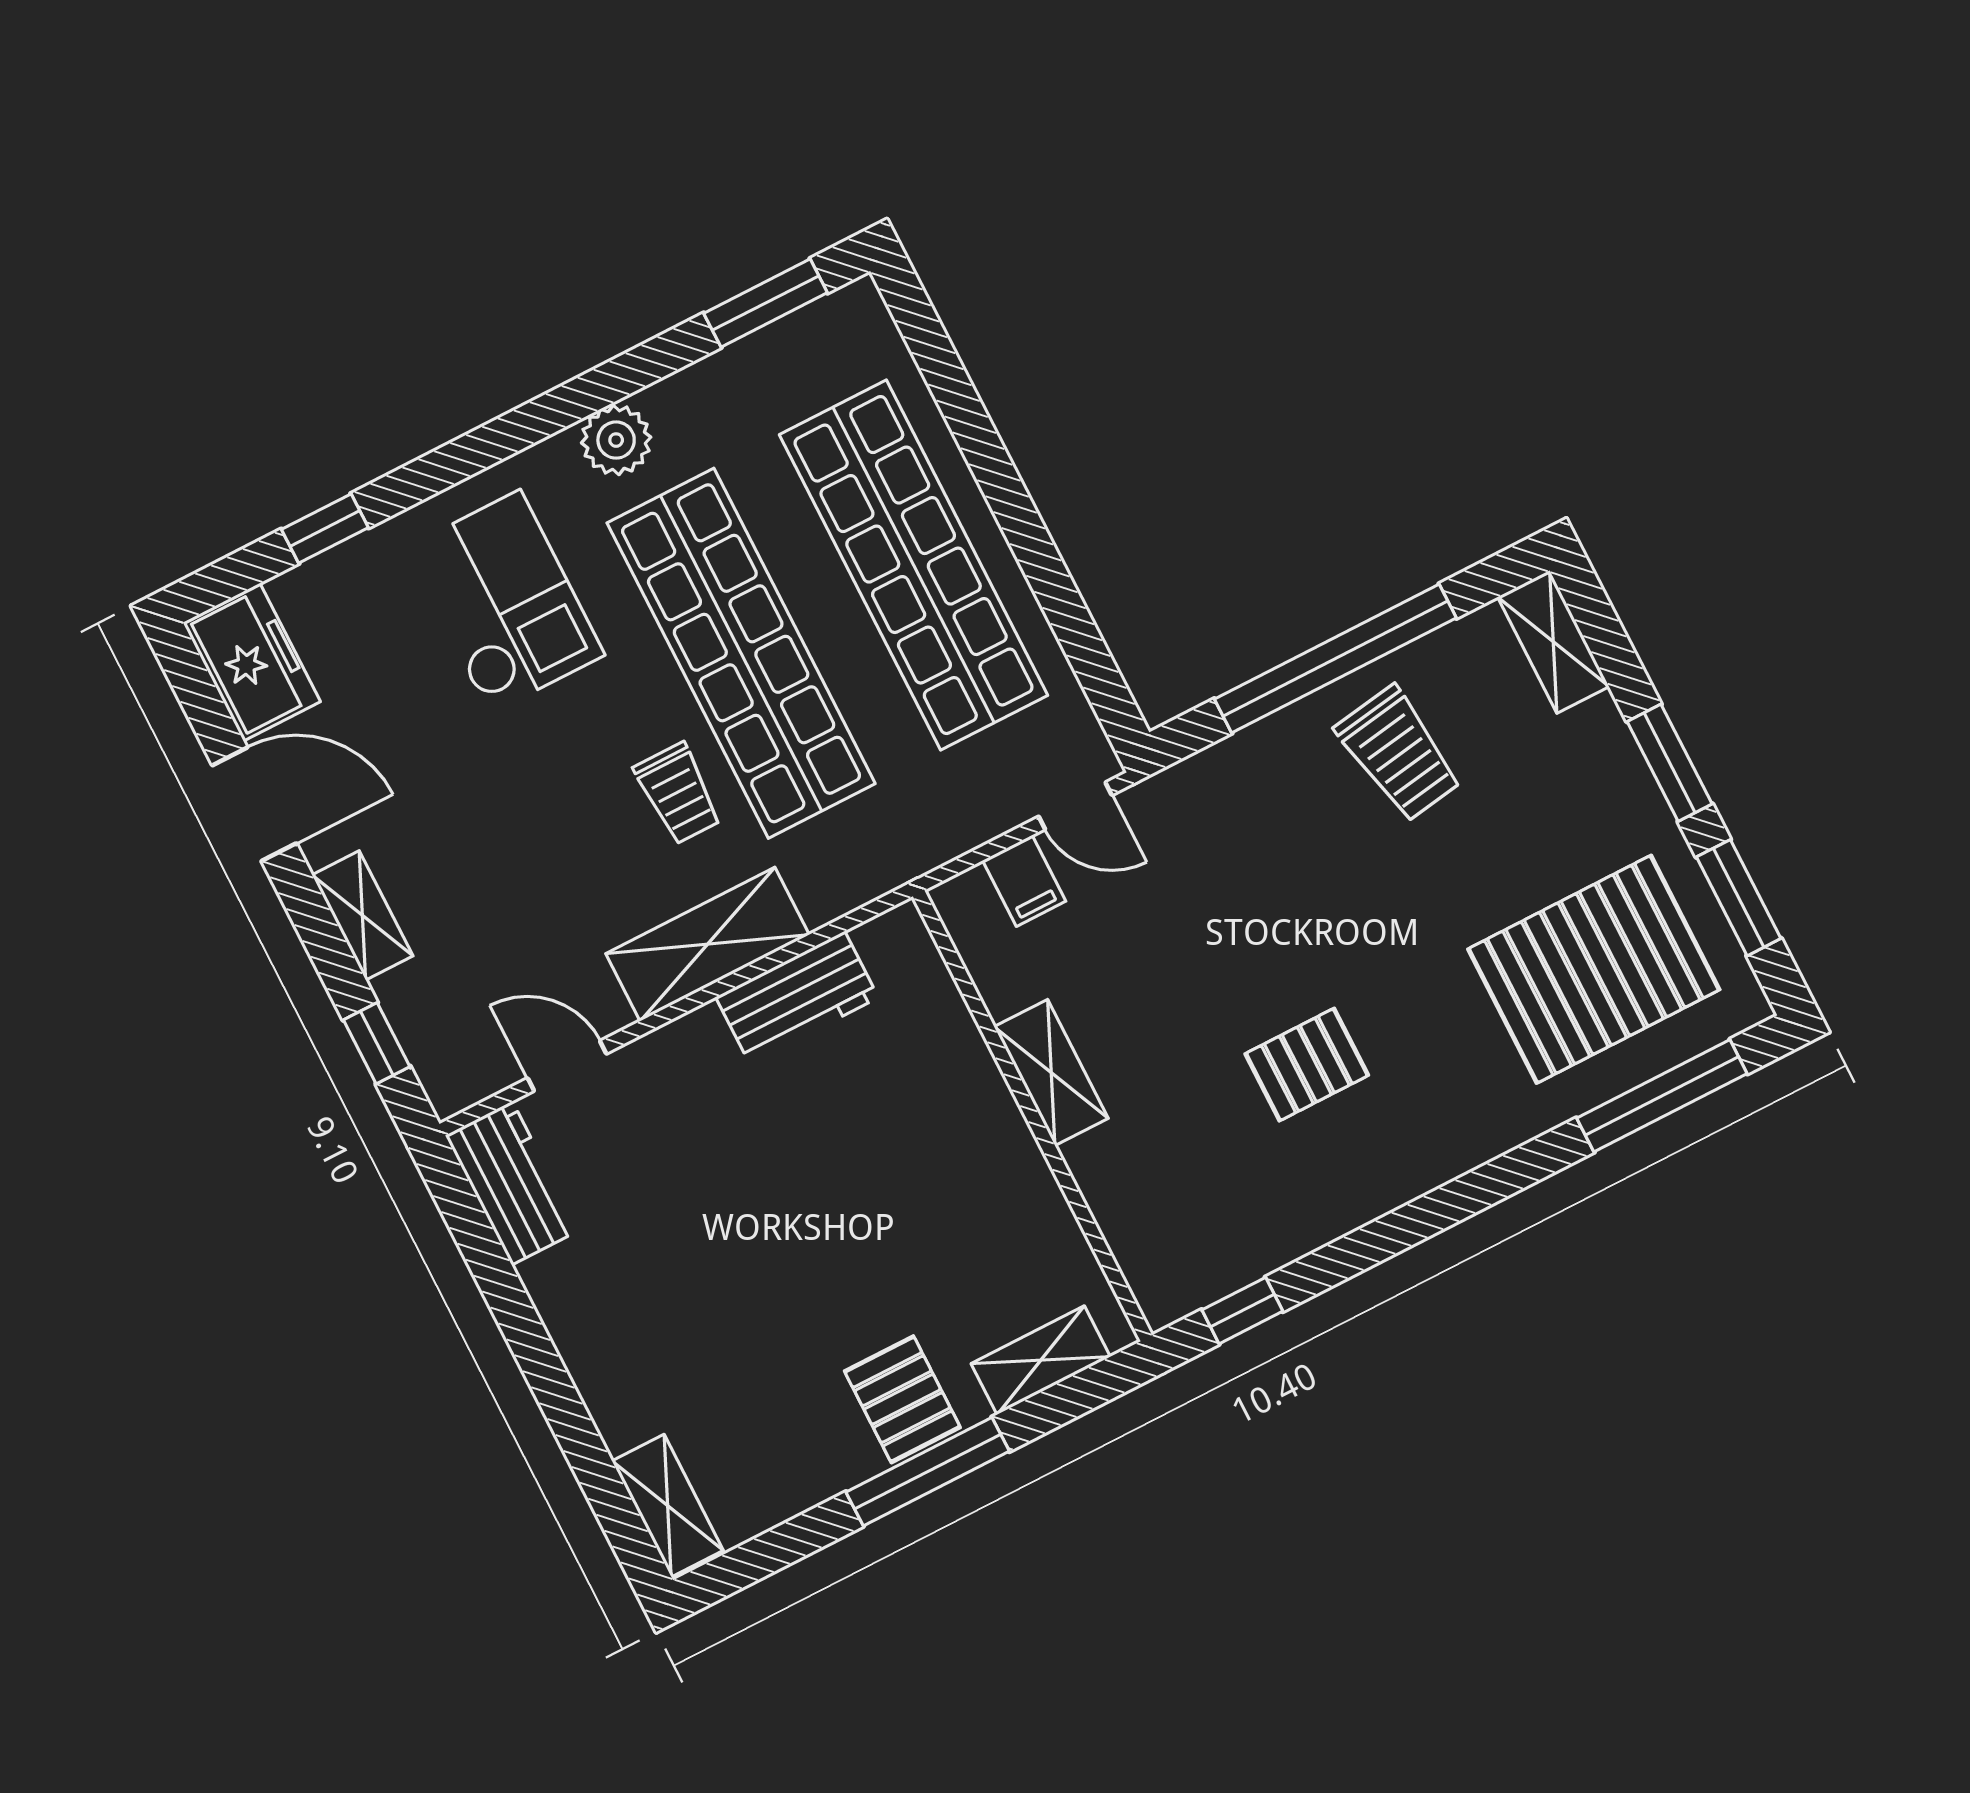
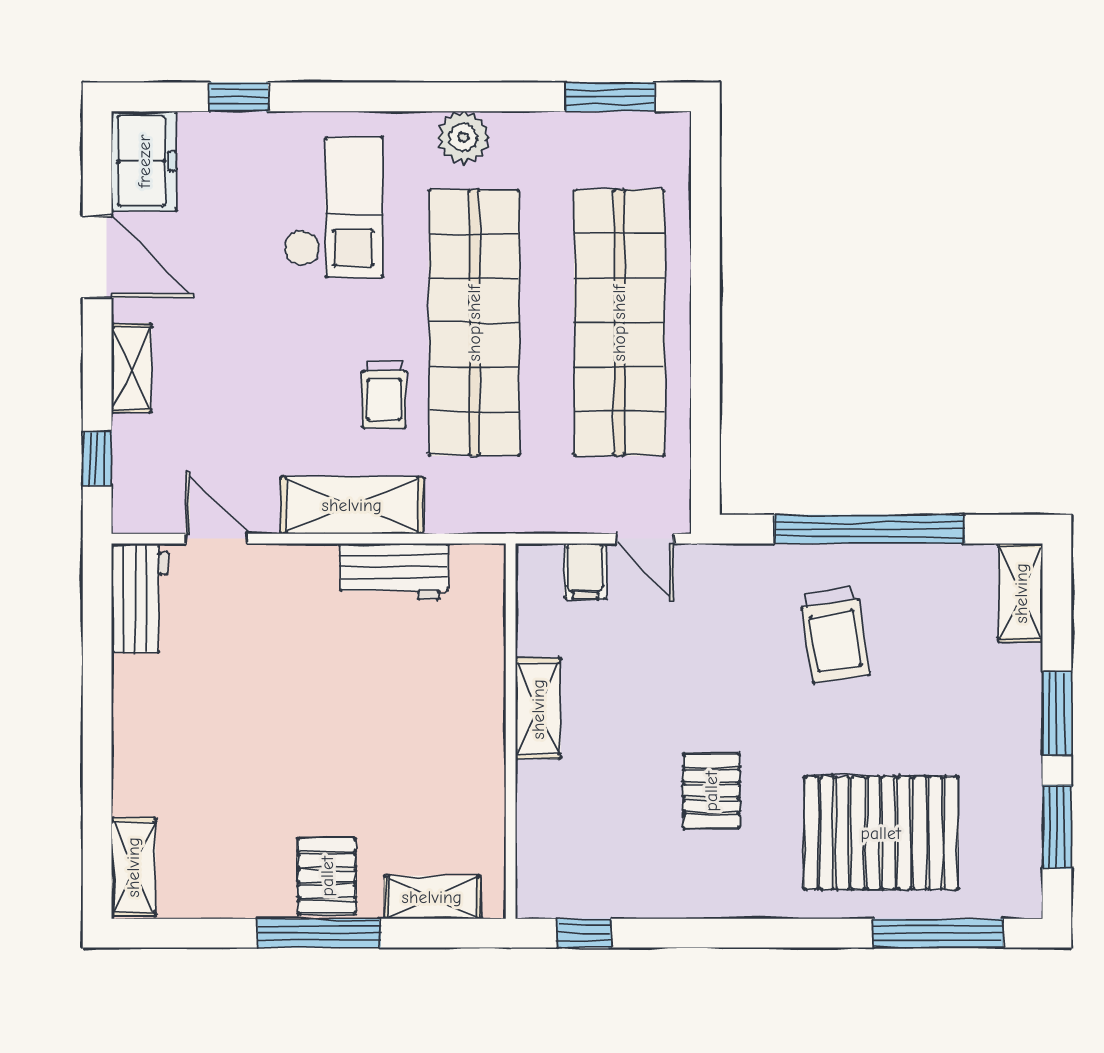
trolley: (1399, 754) -> (835, 635), moved
pallet: (1594, 969) -> (881, 833), moved
pallet: (1307, 1065) -> (711, 791), turned 90

